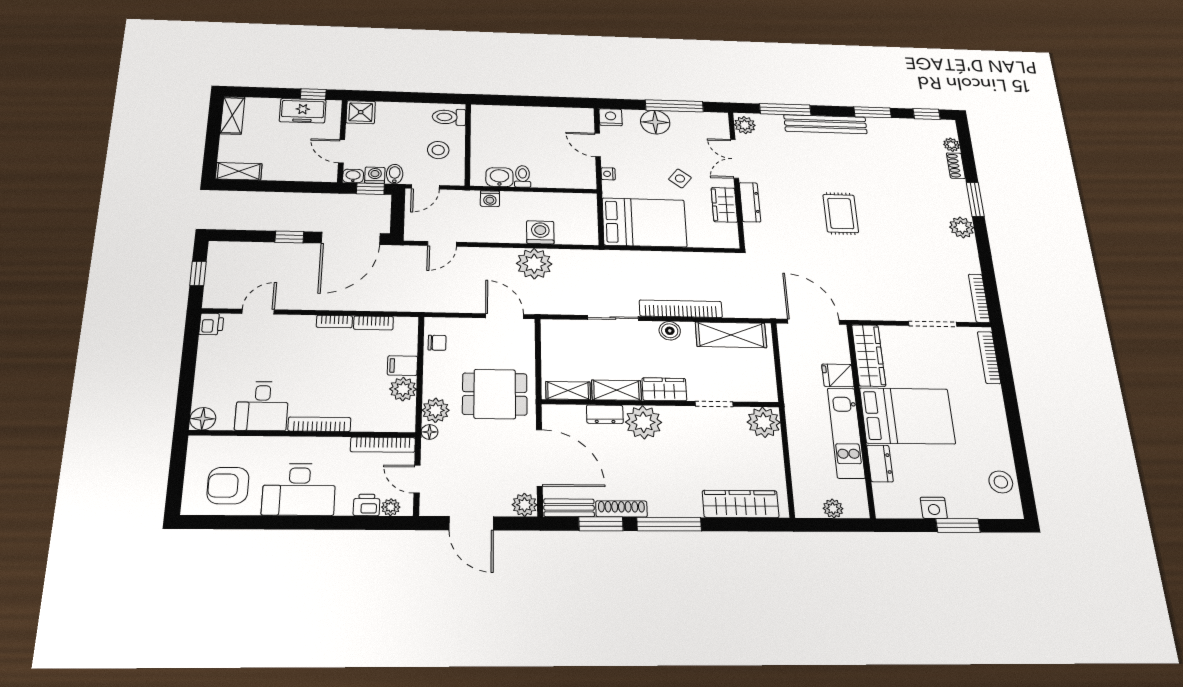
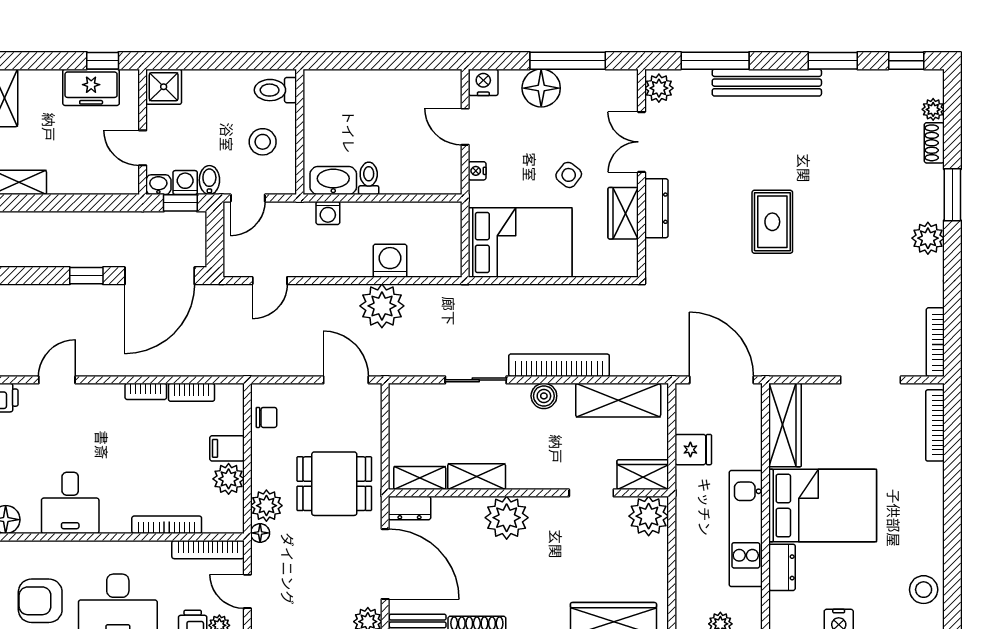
washbasin: (499, 177) -> (333, 180), width x1.38
fridge: (838, 375) -> (693, 450), moved, turned 180
wardrobe: (664, 389) -> (643, 475), moved
dresser: (605, 414) -> (410, 508), moved
bookcase: (319, 424) -> (167, 525), moved

